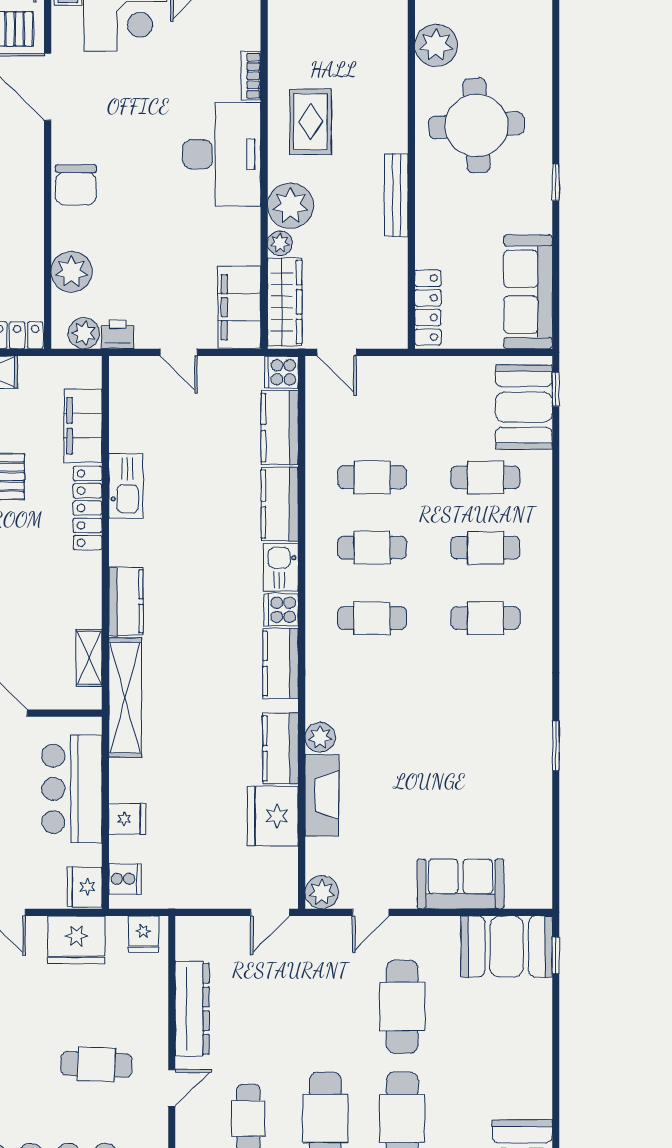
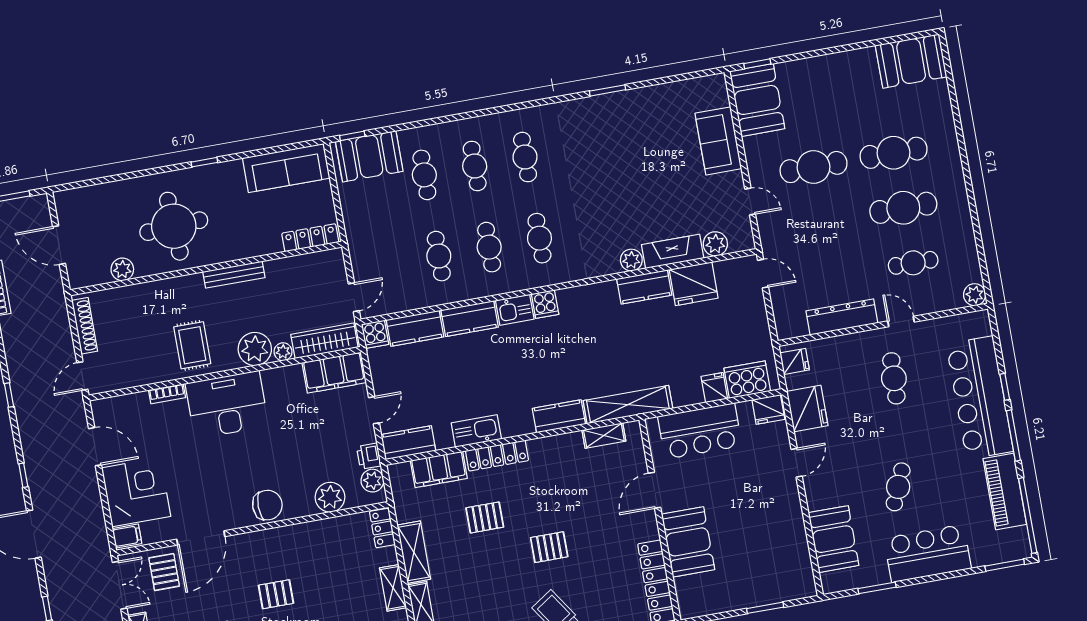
plant: (436, 45) -> (122, 269), width x0.73, depth x0.73
rug: (311, 122) -> (192, 345), turned 90
kitchen counter: (281, 664) -> (408, 443), moved, turned 180
cooker: (125, 879) -> (747, 380), width x1.87, depth x1.31
plant: (322, 892) -> (715, 244), moved

